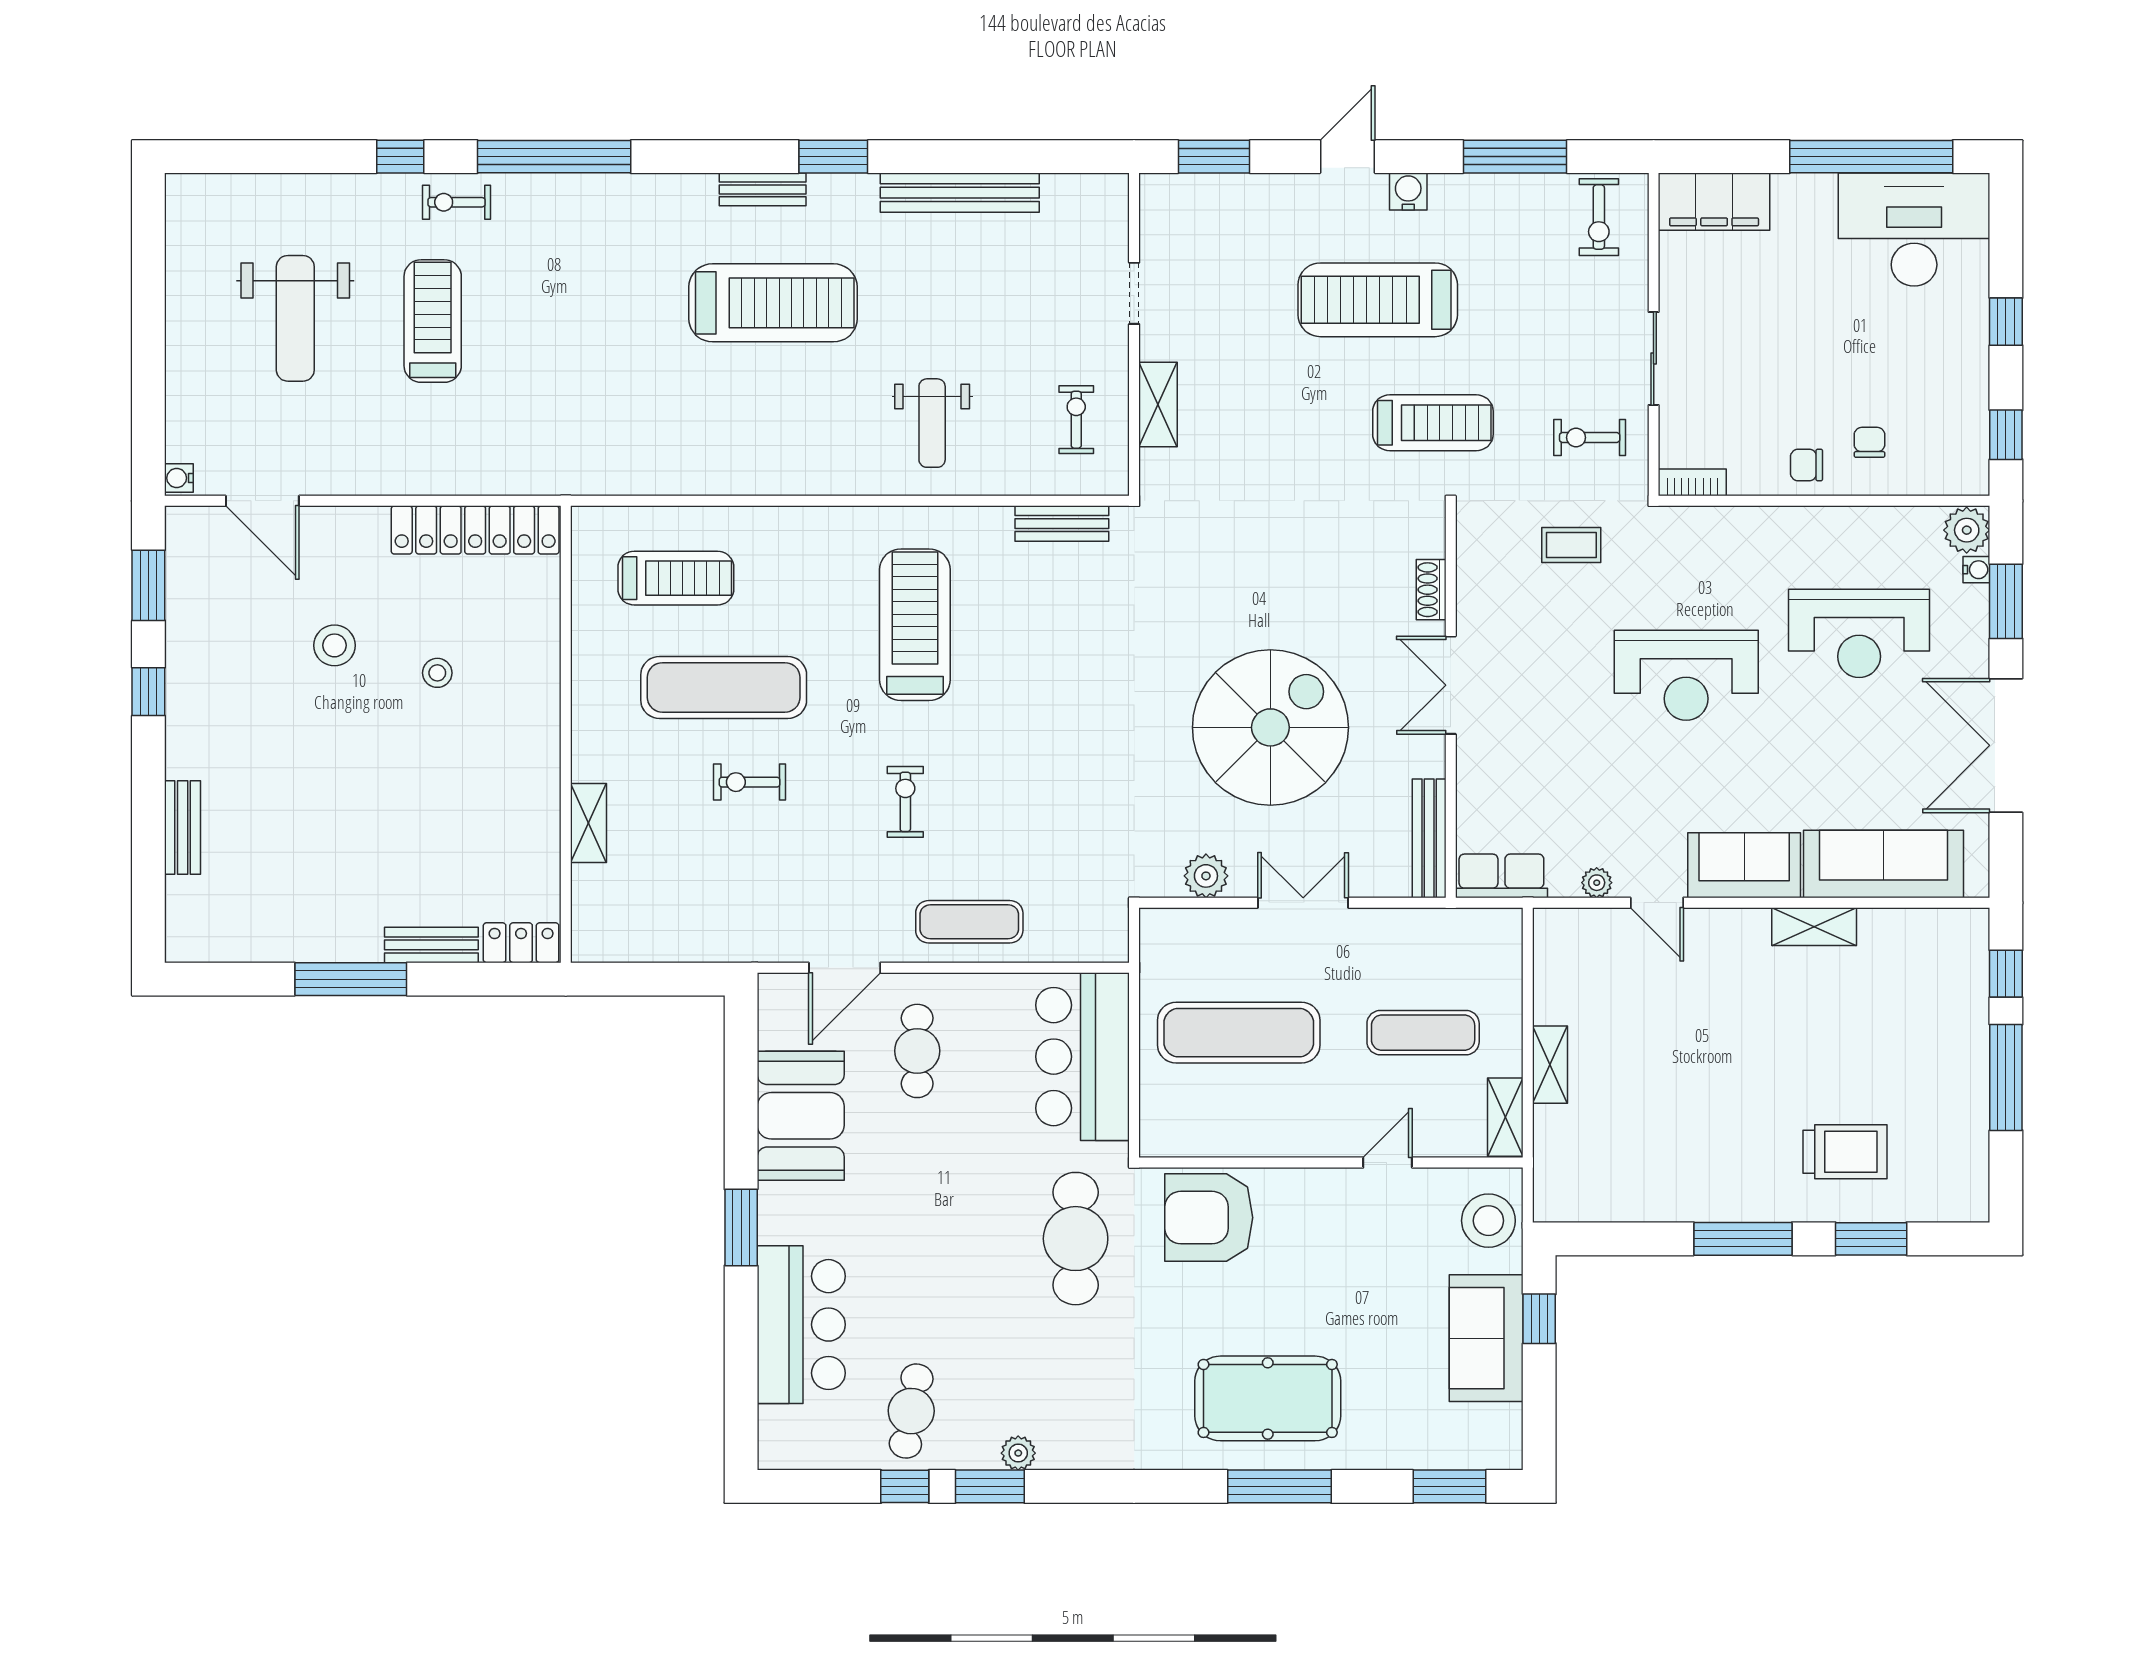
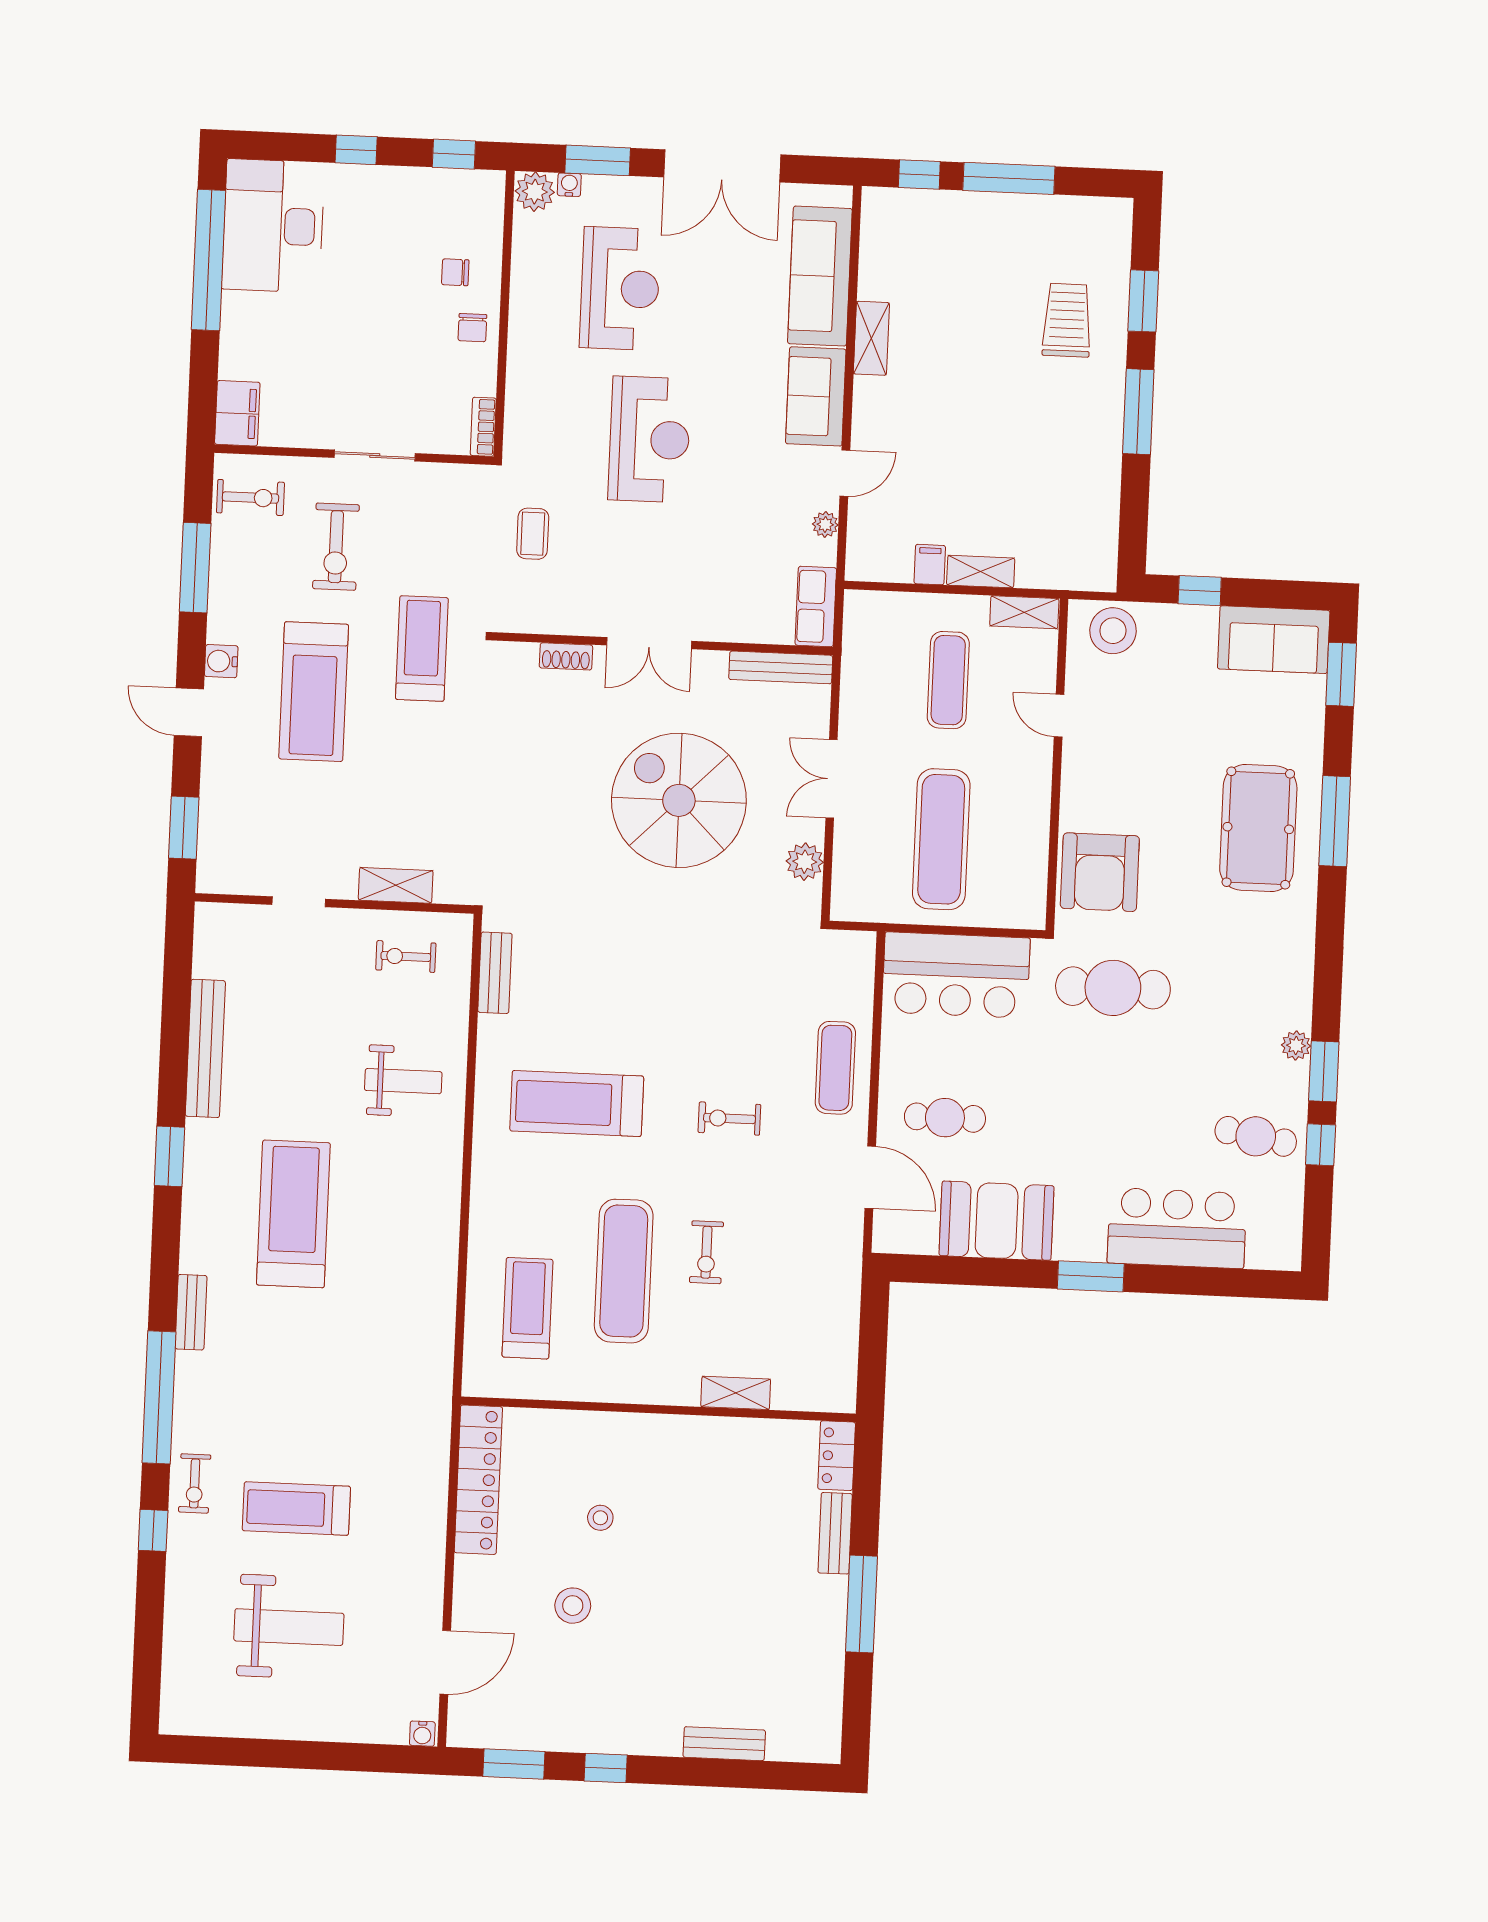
bench: (763, 189) -> (191, 1312), moved
filing cabinet: (1714, 202) -> (237, 413), width x0.67, depth x0.86
exercise bike: (1590, 438) -> (336, 547), moved, width x1.38, depth x1.39
filing cabinet: (1556, 1005) -> (930, 565), added
sofa: (1486, 1338) -> (1274, 640), moved

